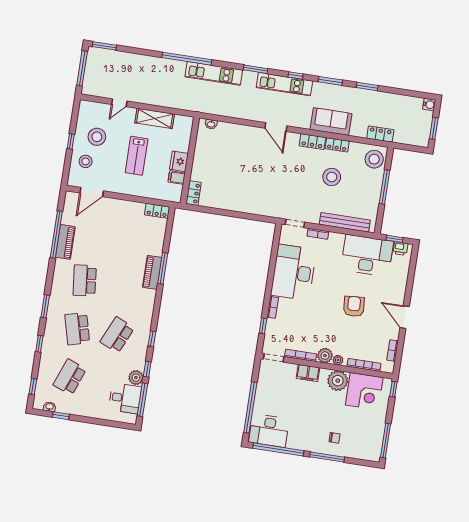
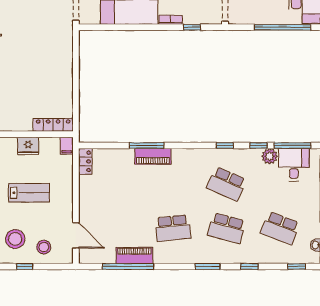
filing cabinet: (177, 178) -> (67, 146), moved
locker: (194, 193) -> (53, 125), width x1.53
school desk: (77, 329) -> (227, 228), turned 30

